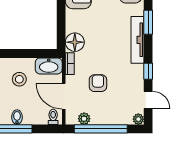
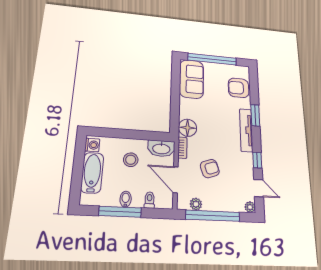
armchair: (98, 83) -> (210, 169), turned 71
toilet: (53, 117) -> (149, 200), moved

